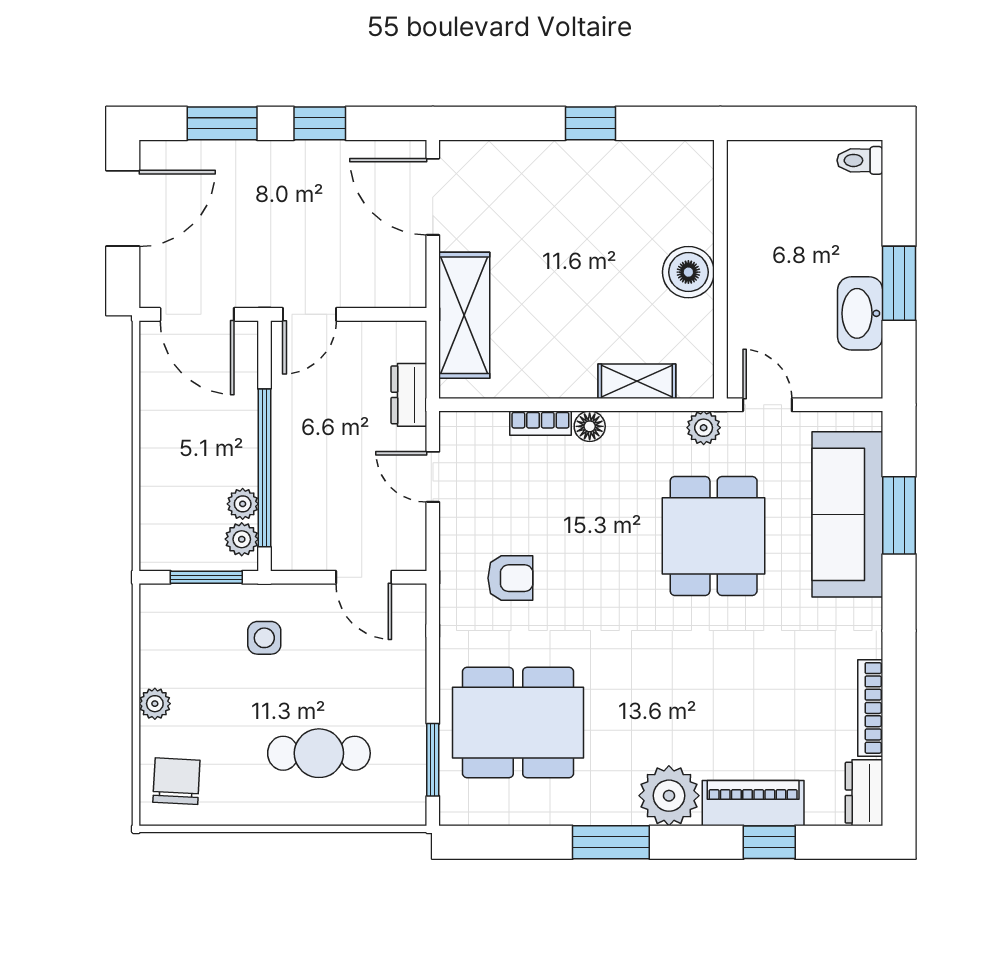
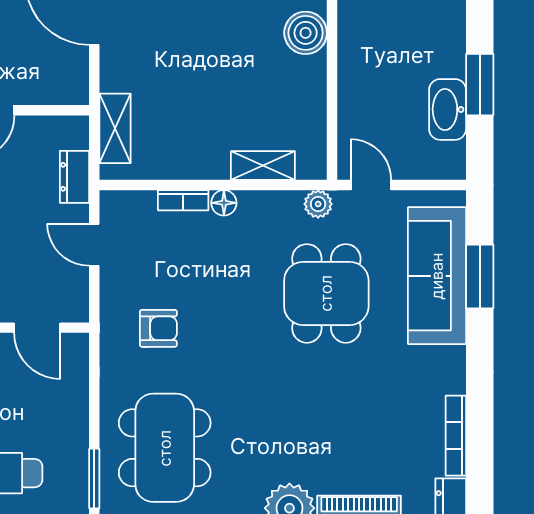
boiler: (688, 272) -> (306, 33), moved
shelving: (464, 315) -> (115, 128), width x0.67, depth x0.75
dining table: (518, 723) -> (165, 448), turned 90

